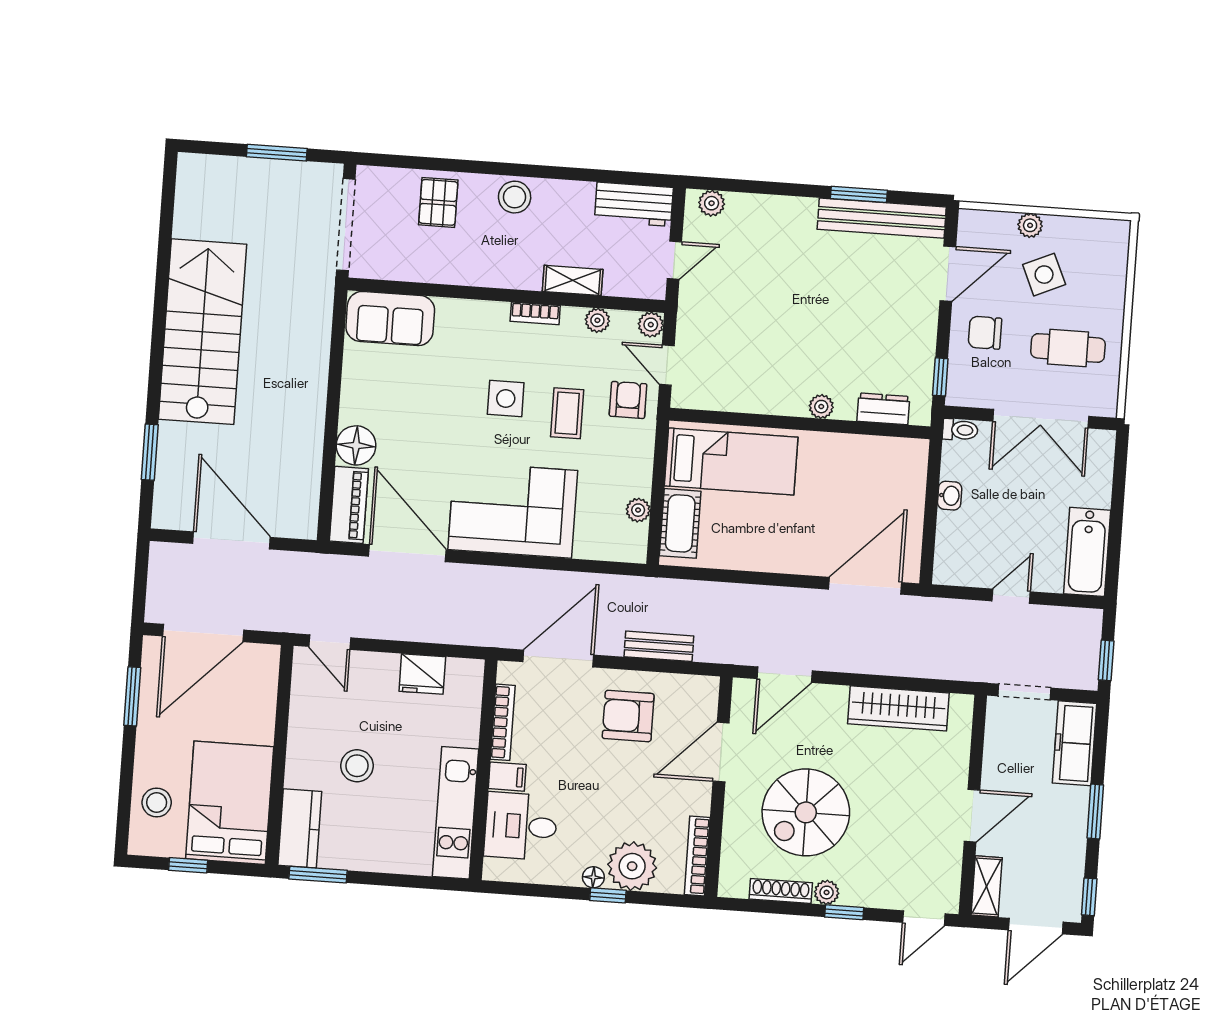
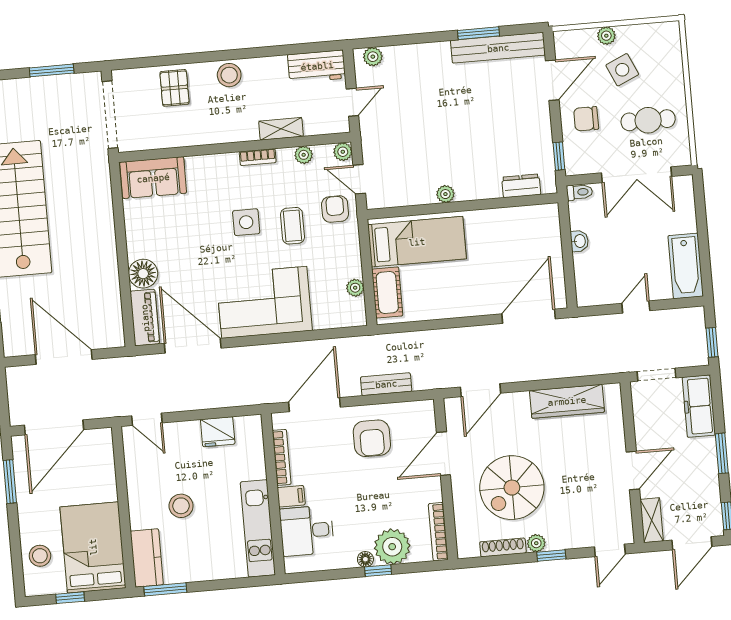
plant: (821, 407) -> (445, 194), moved
armchair: (628, 716) -> (372, 438), turned -90

